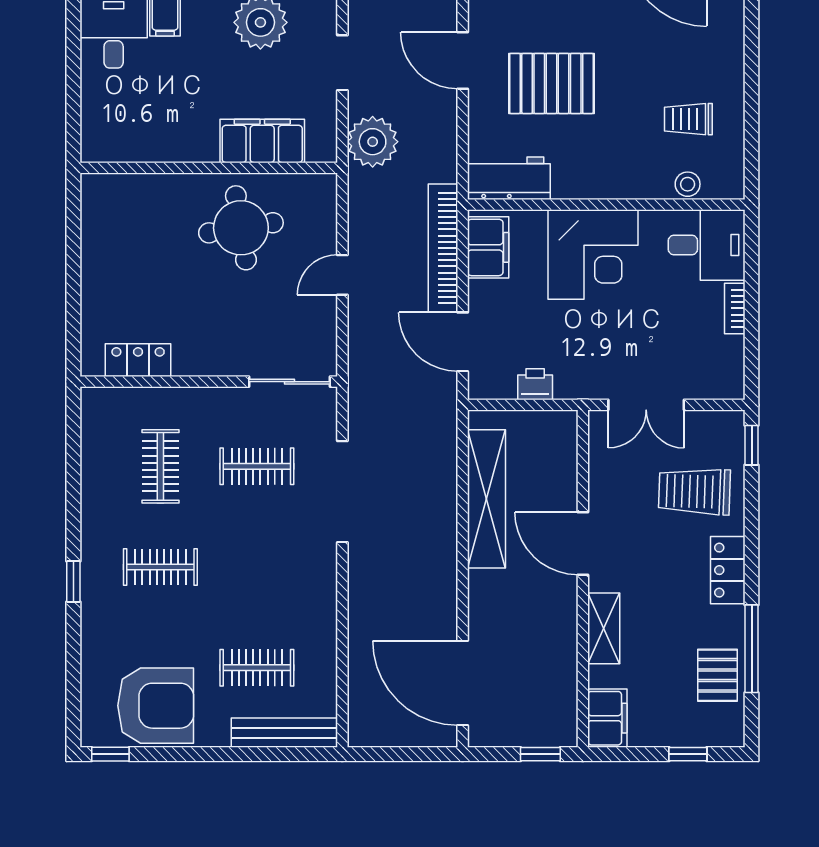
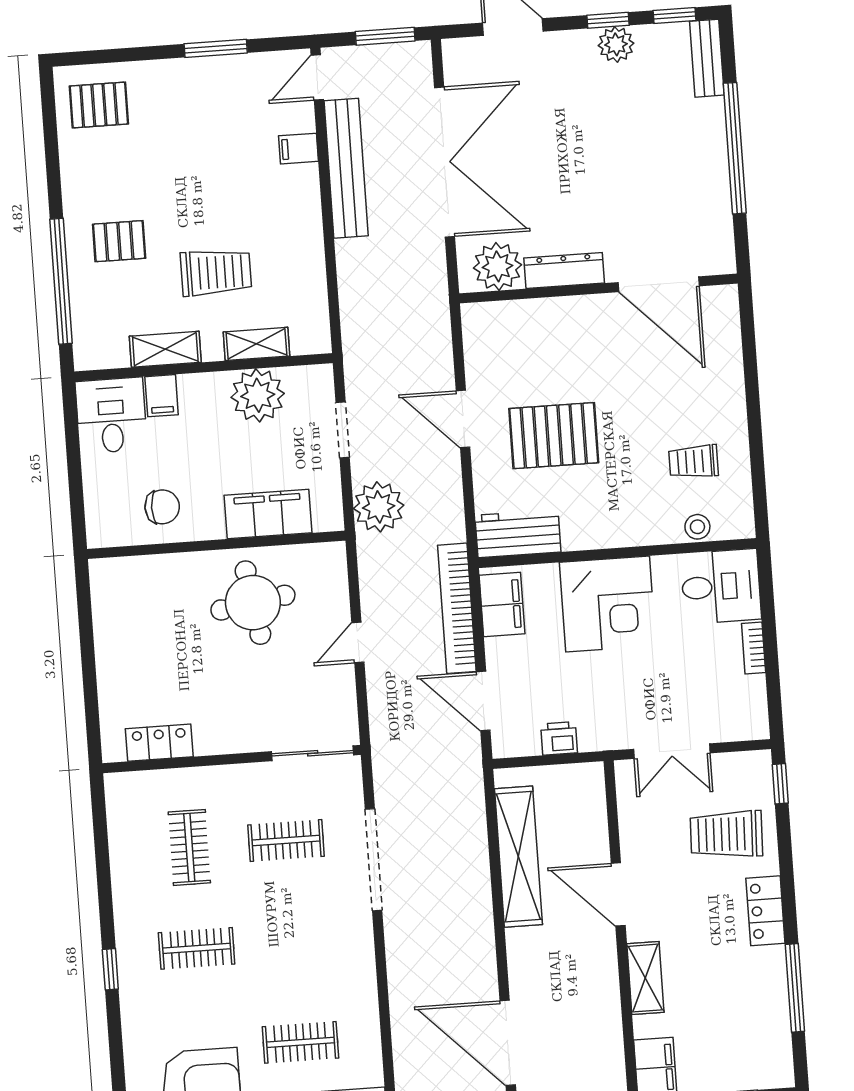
chair: (158, 126) -> (162, 507), added
pallet: (717, 675) -> (763, 1017), removed

